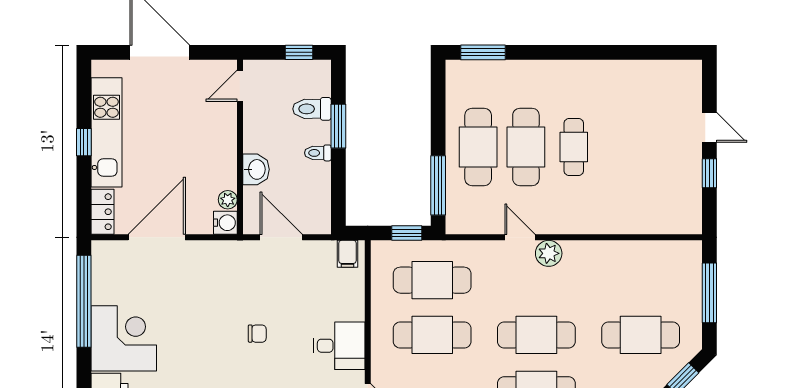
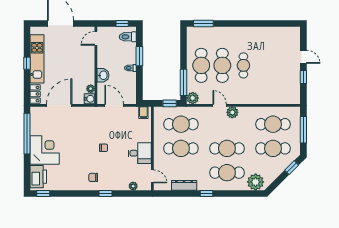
toilet: (312, 109) -> (128, 37), moved
plant: (459, 221) -> (193, 98), added
cafe table: (641, 280) -> (273, 124), added

